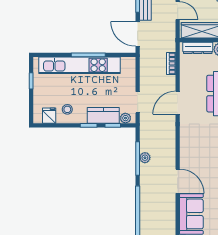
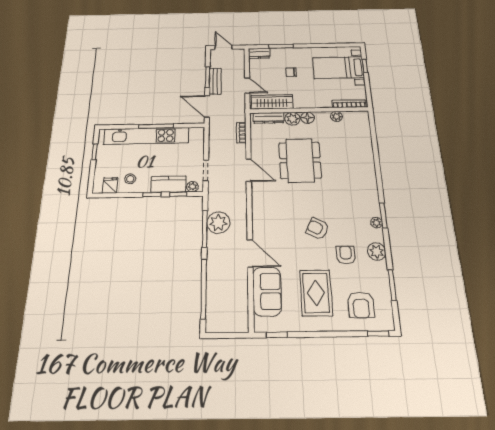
door: (178, 103) -> (249, 170), swing flipped
plant: (145, 158) -> (218, 223), width x1.87, depth x1.87

